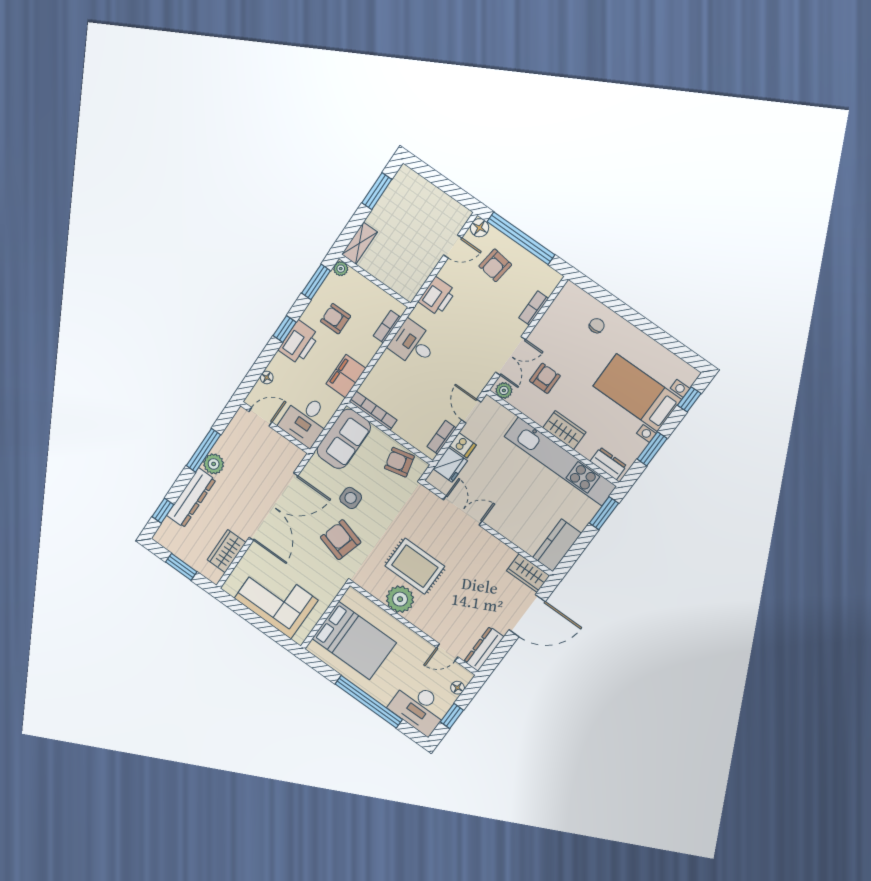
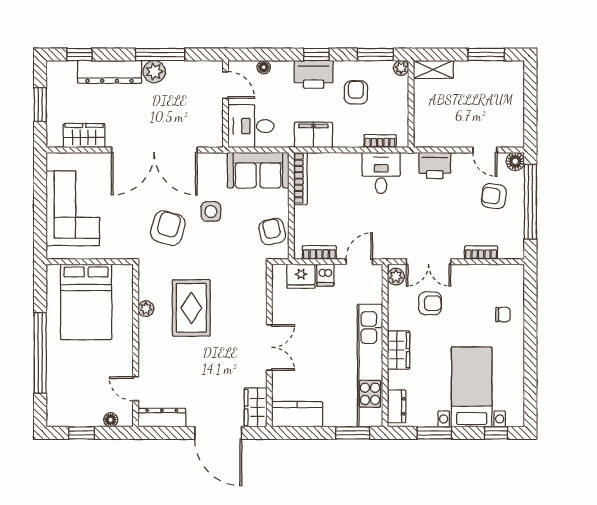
double door: (463, 511) -> (269, 348), moved
plant: (400, 599) -> (146, 309), width x0.53, depth x0.53
desk: (419, 708) -> (68, 399), removed

